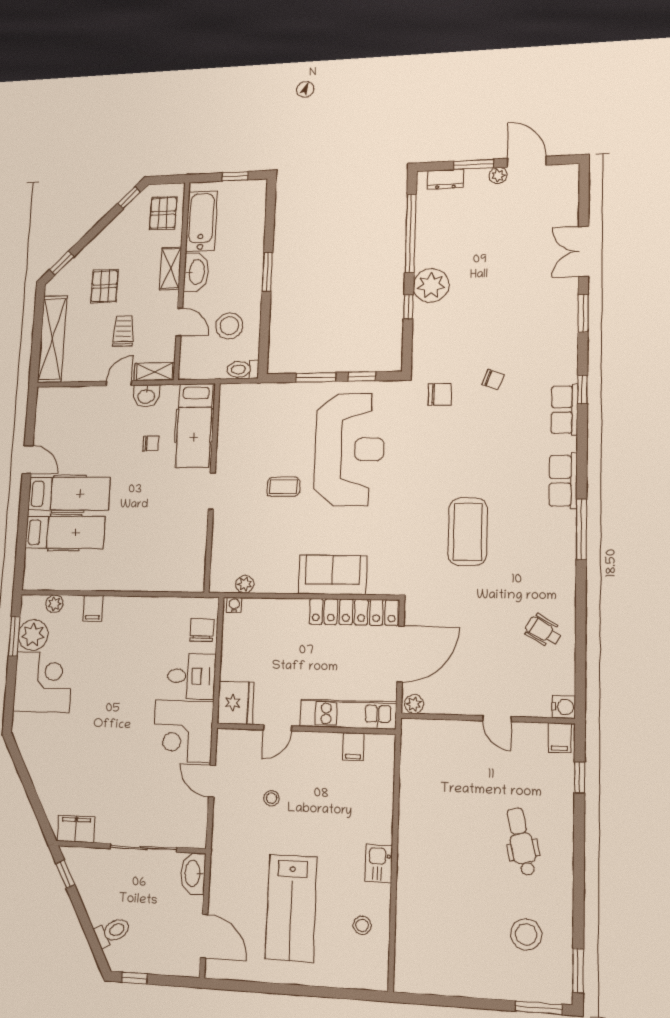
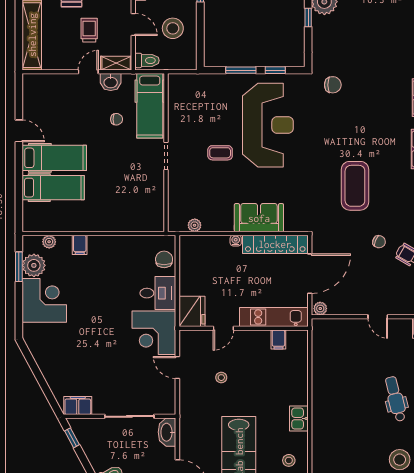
toilet: (243, 369) -> (147, 60), moved, turned 180
chair: (493, 380) -> (379, 242), moved
water cooler: (234, 605) -> (236, 241), moved

